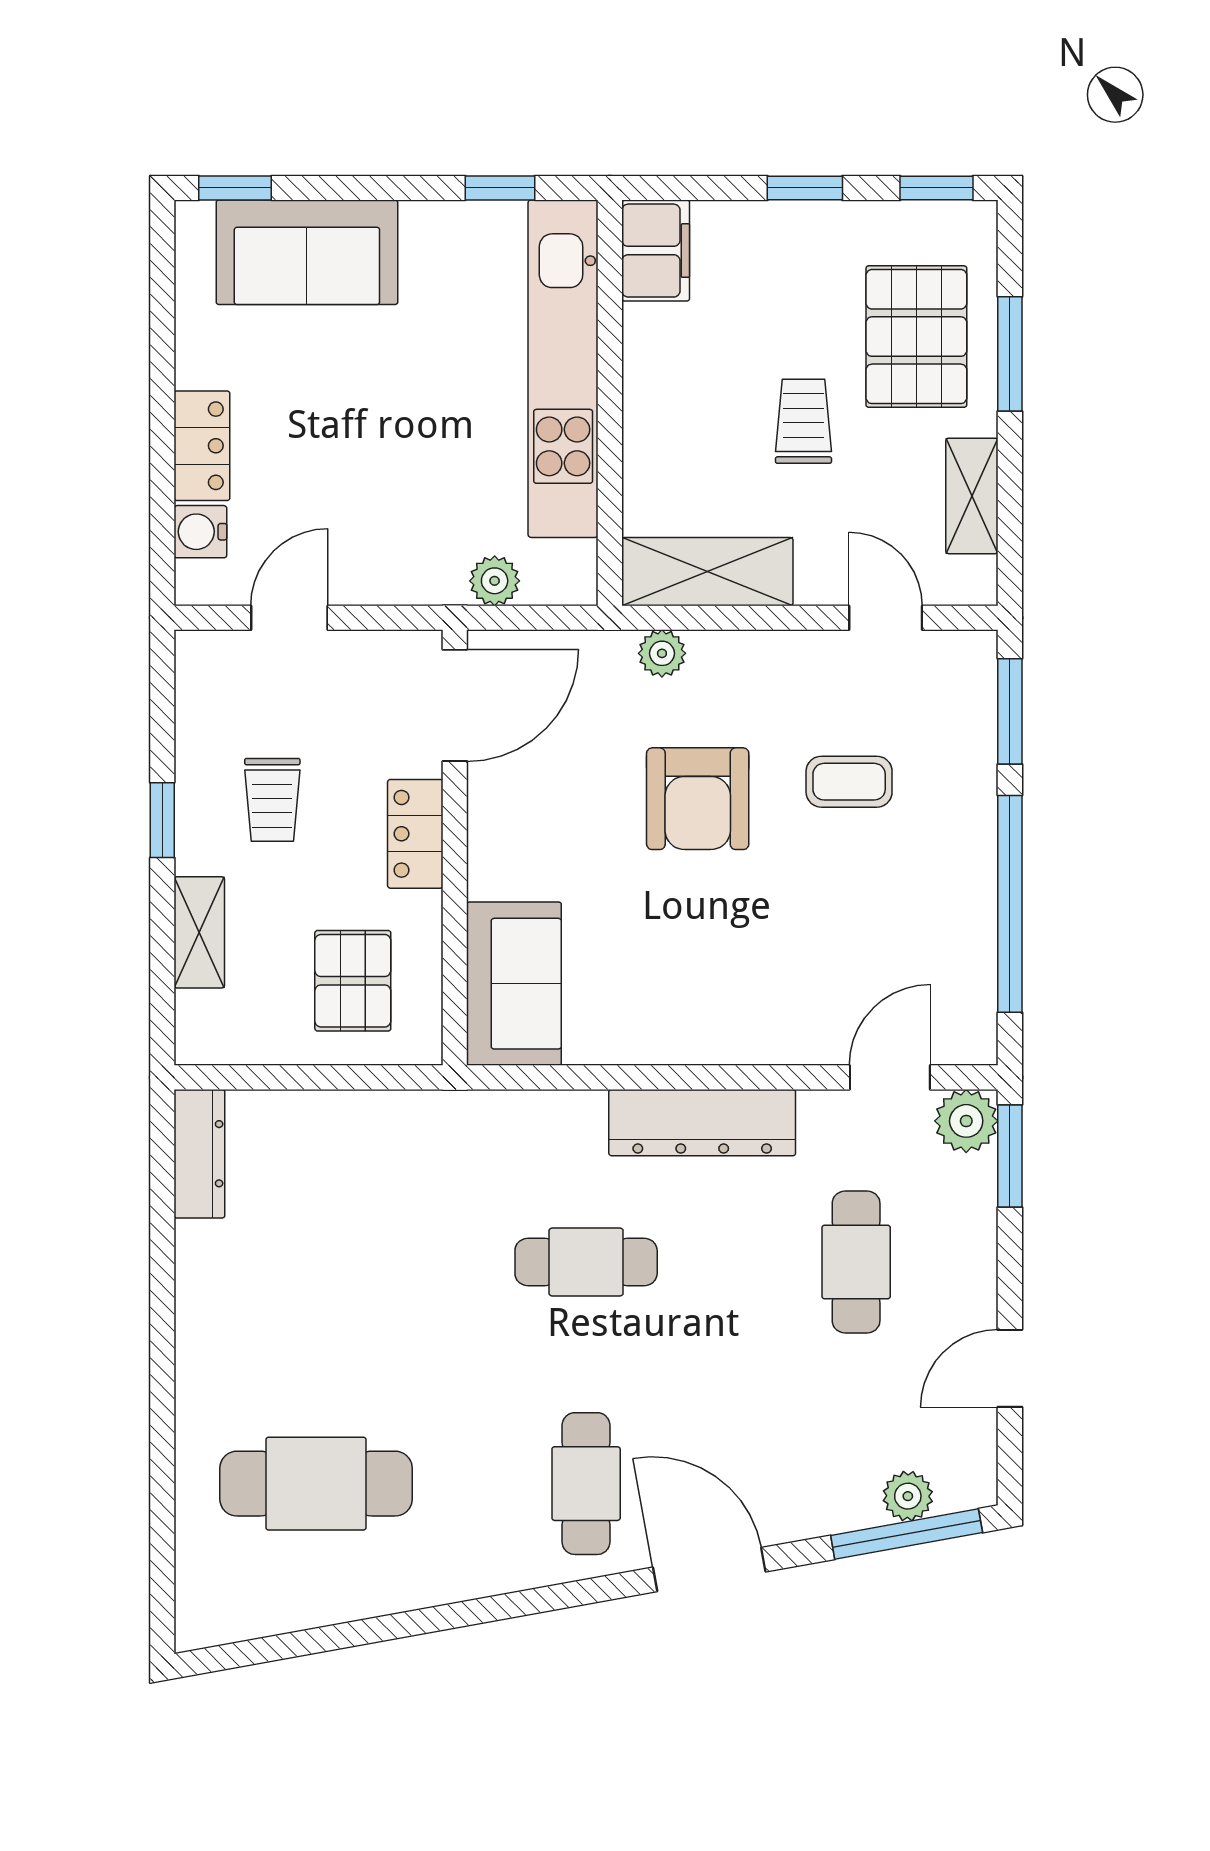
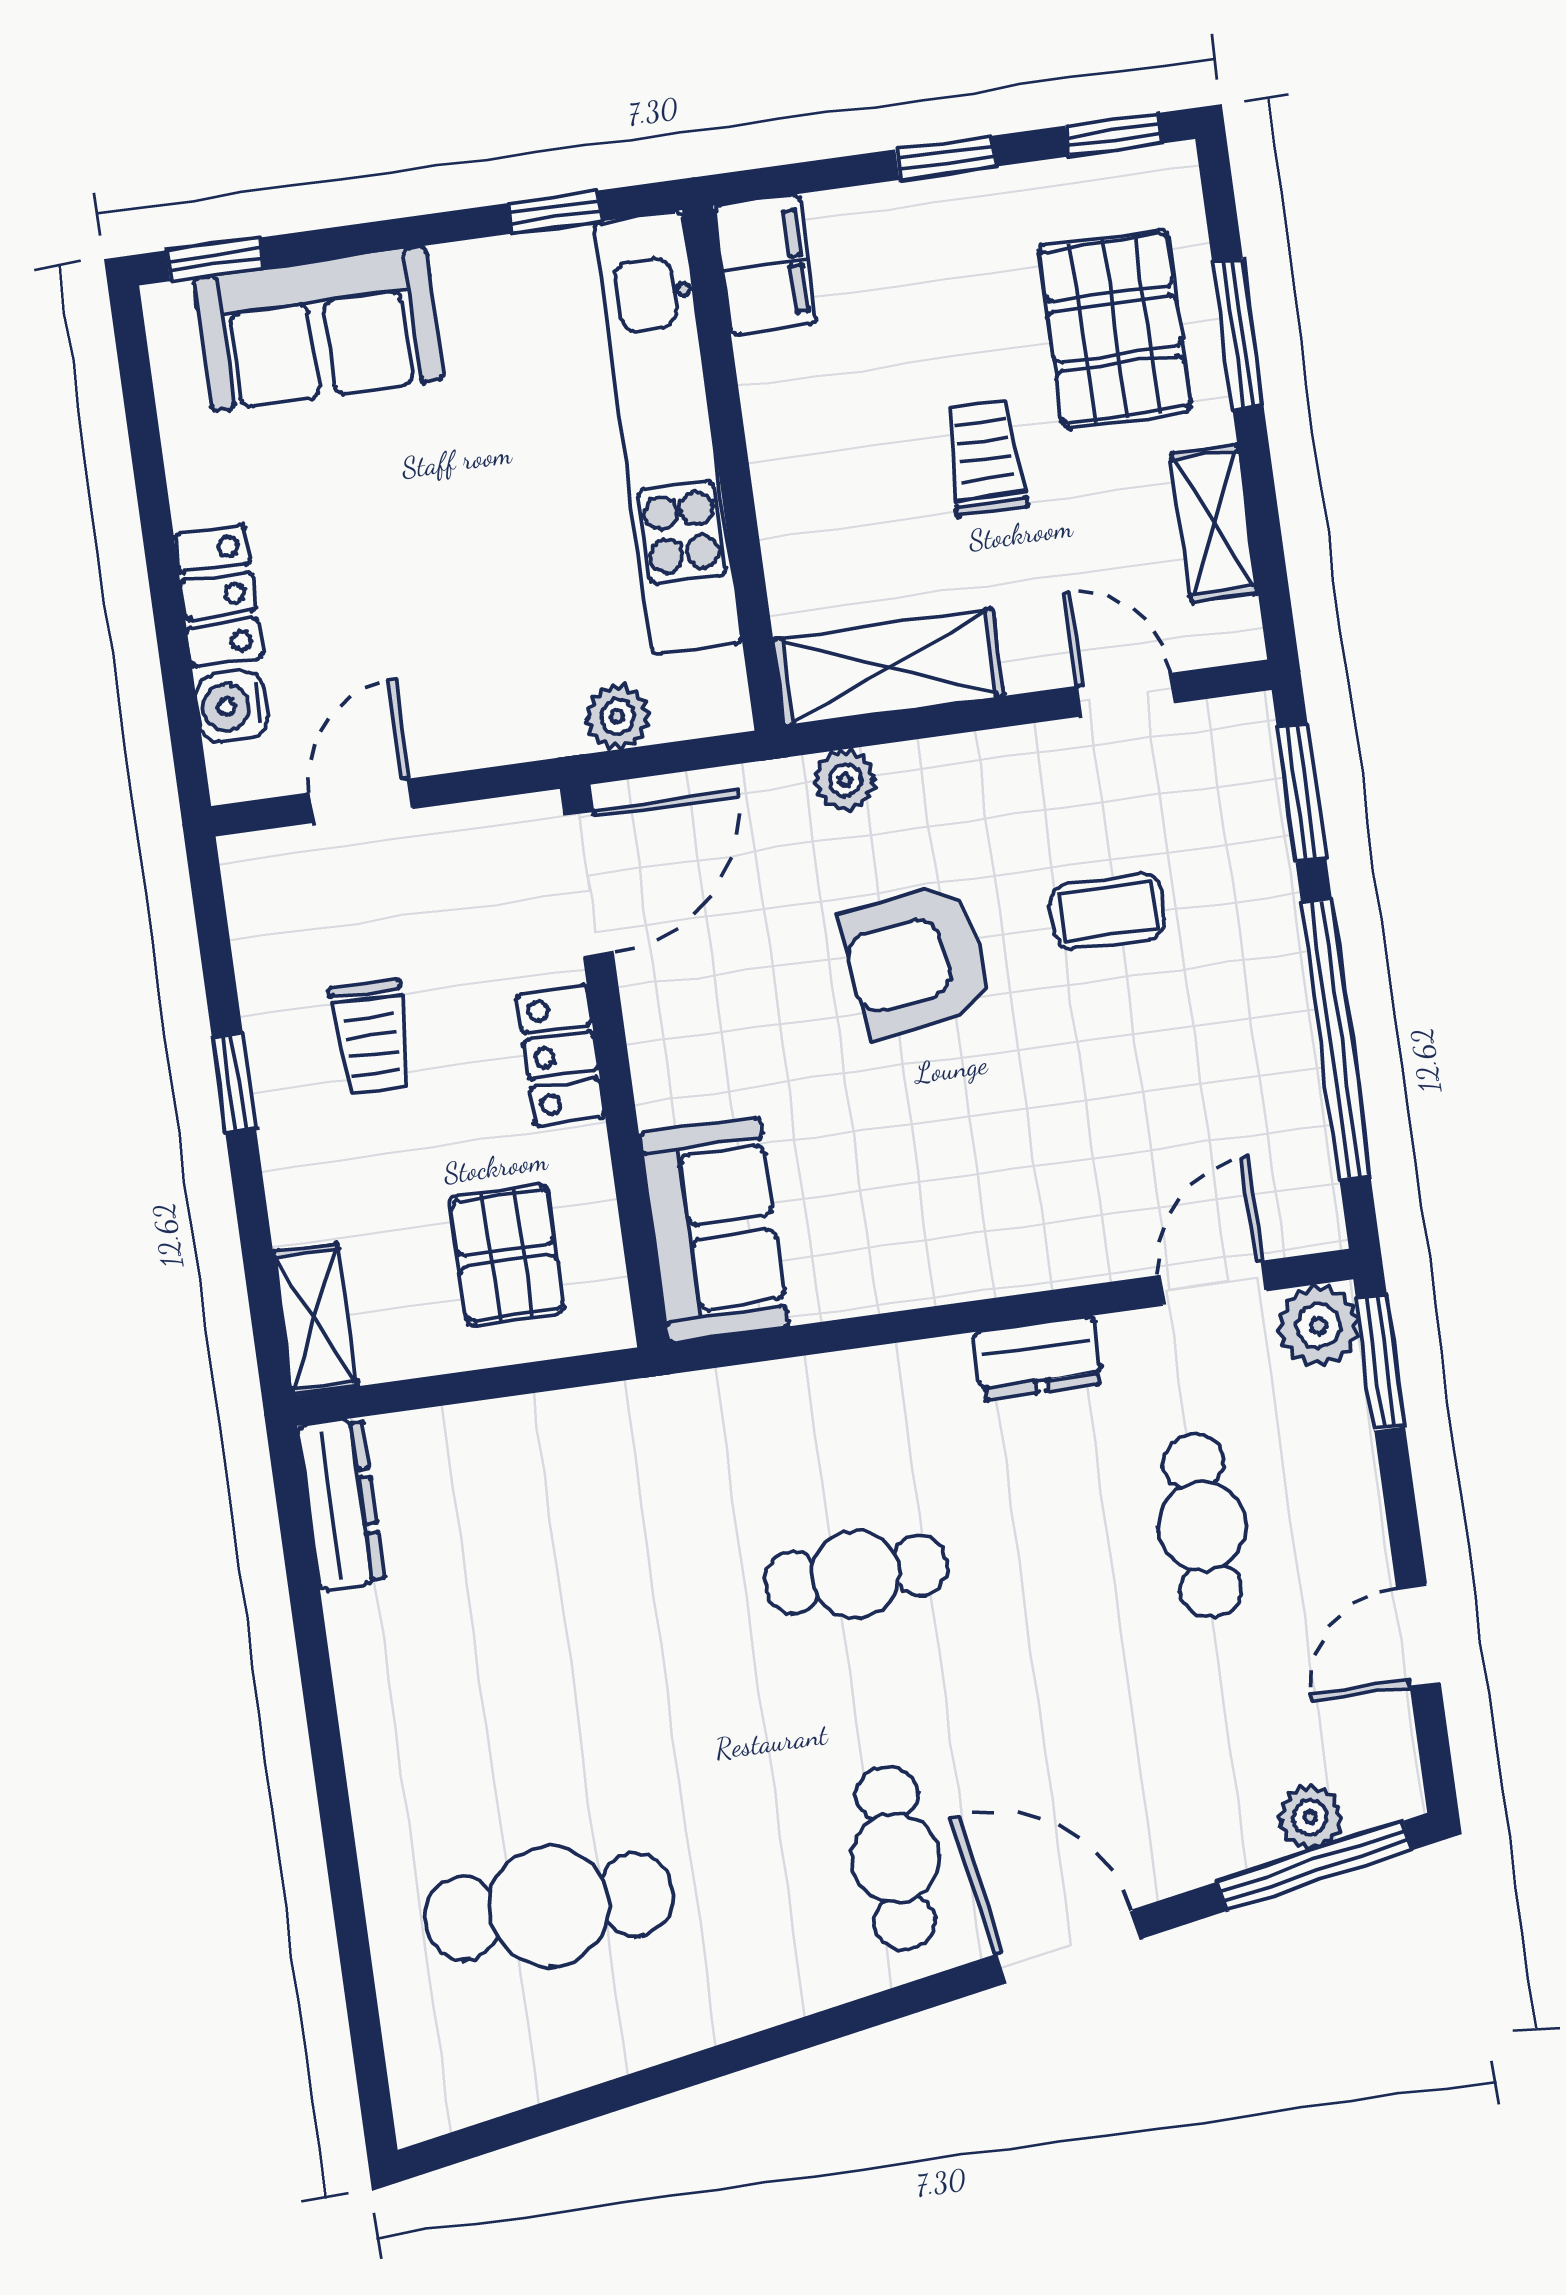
armchair: (698, 799) -> (917, 960), turned 82
shelving: (199, 932) -> (315, 1319), moved
dresser: (702, 1123) -> (1038, 1358), width x0.51, depth x0.80

